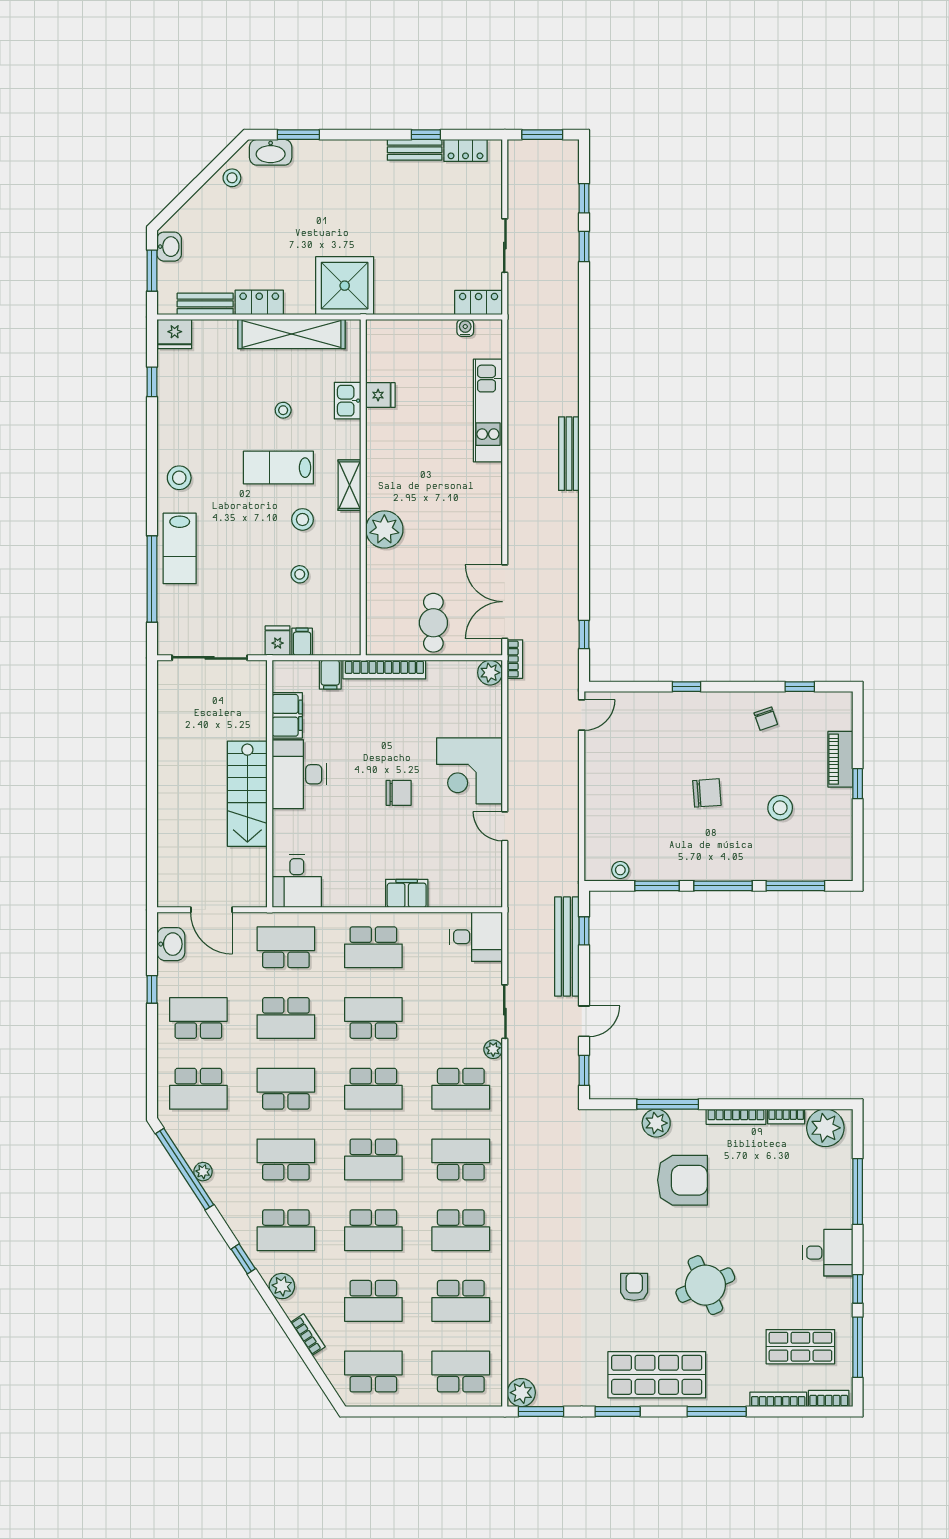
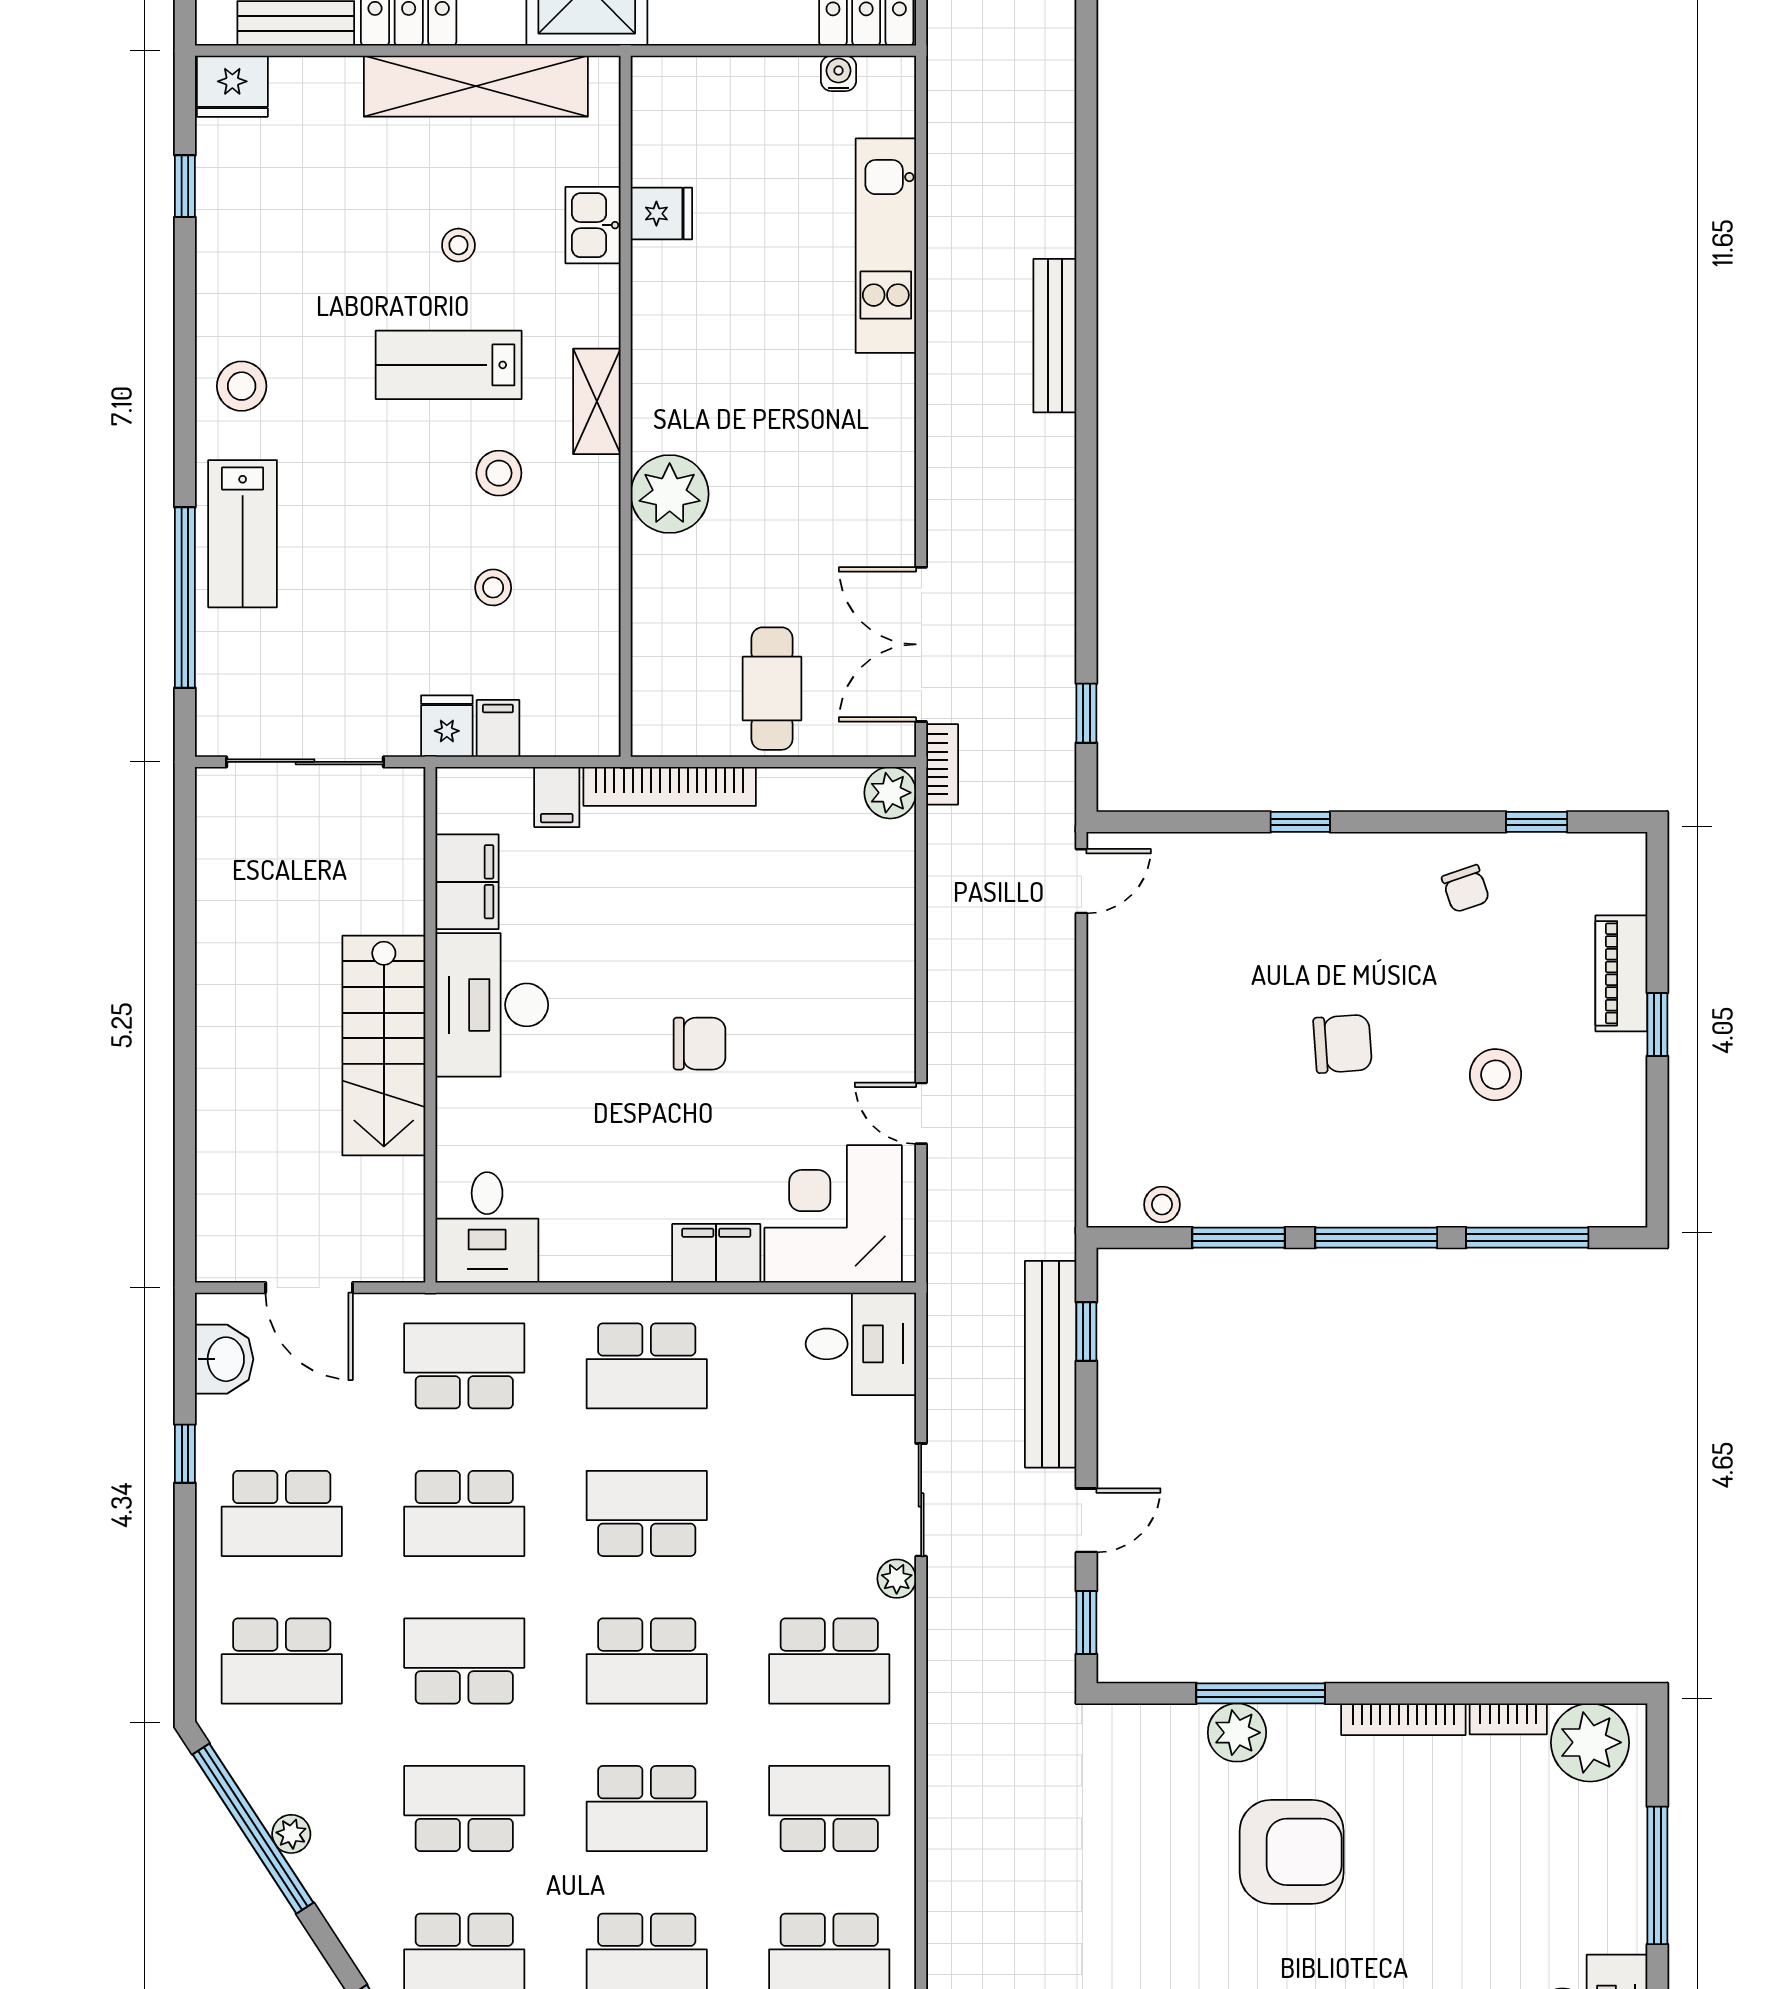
corner desk: (469, 771) -> (833, 1214), moved, turned 90
school desk: (198, 1018) -> (282, 1513), turned 180

